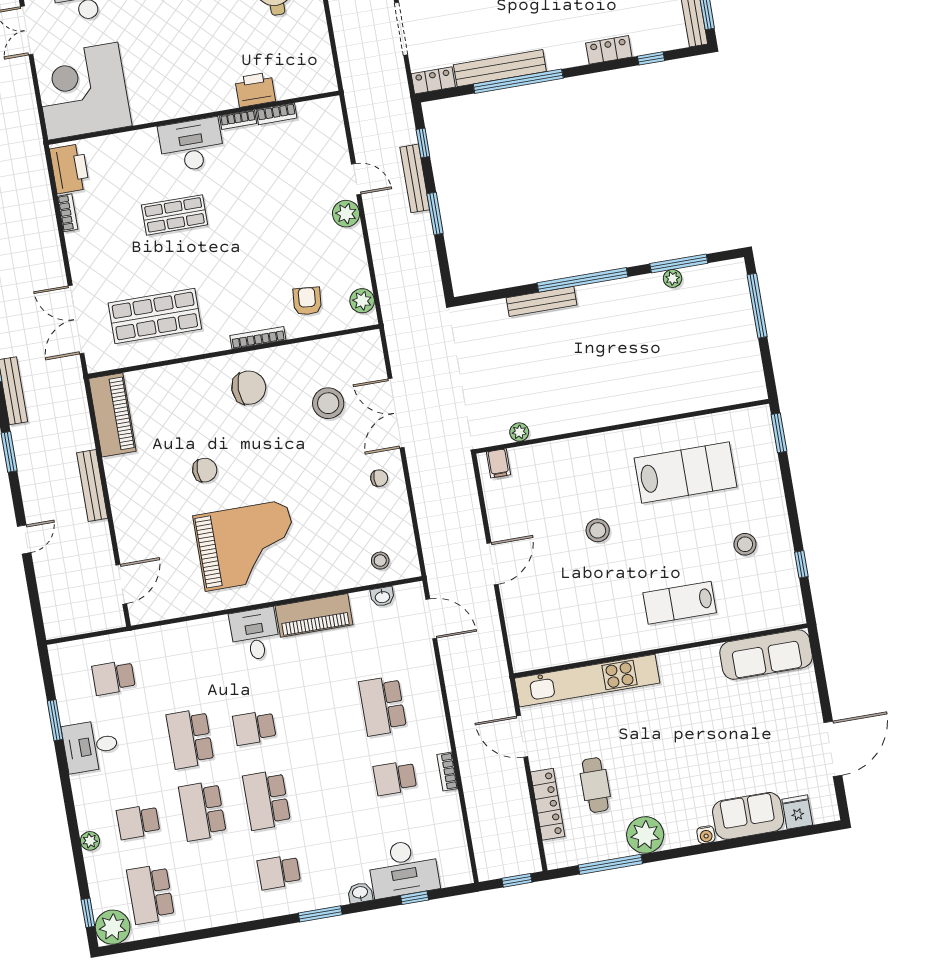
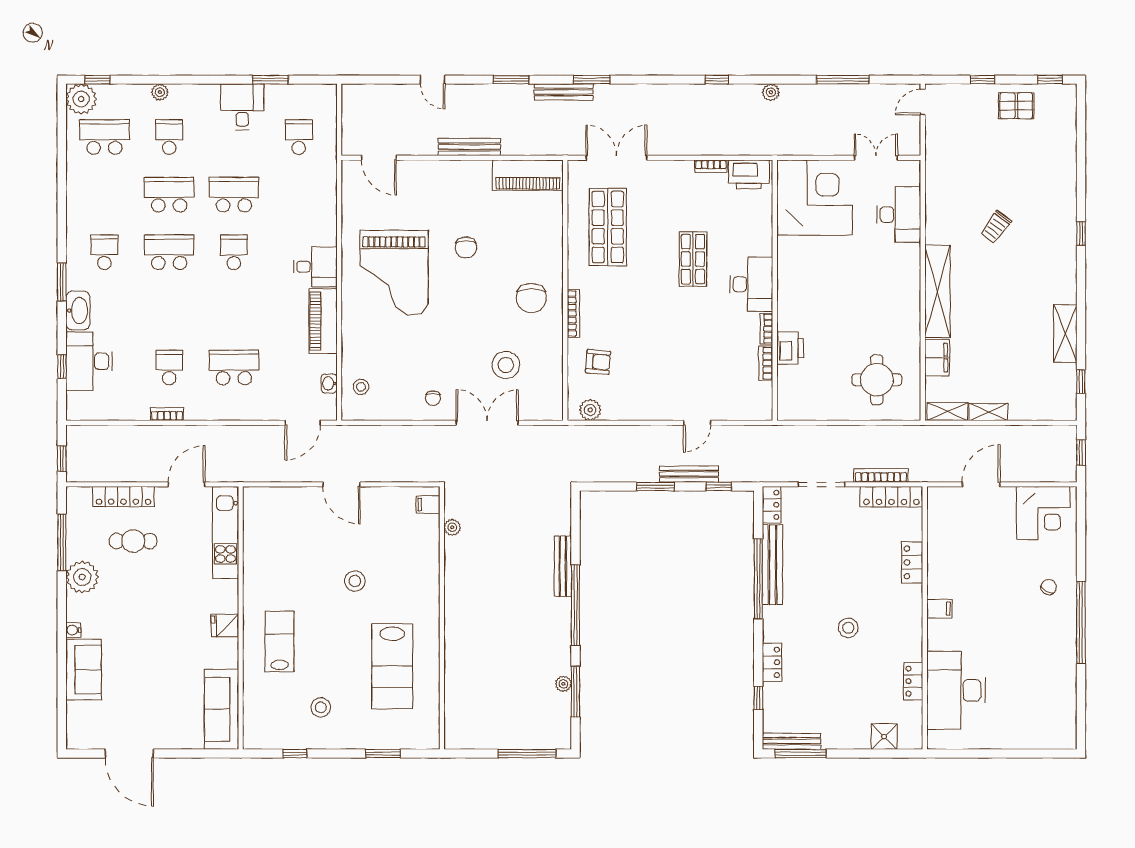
plant: (346, 214) -> (669, 409), removed
window: (779, 433) -> (383, 754), moved
kitchen unit: (587, 681) -> (225, 533), width x0.73
fridge: (797, 812) -> (225, 626), moved, turned 180
washbasin: (360, 893) -> (78, 310), width x1.91, depth x1.45

